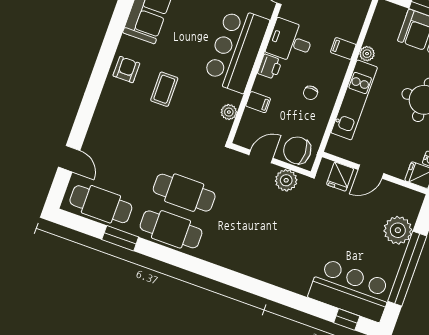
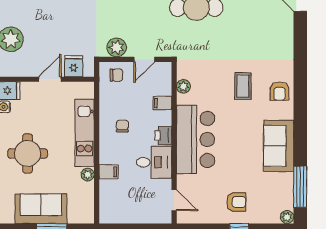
chair: (297, 150) -> (116, 75), width x0.54, depth x0.54

